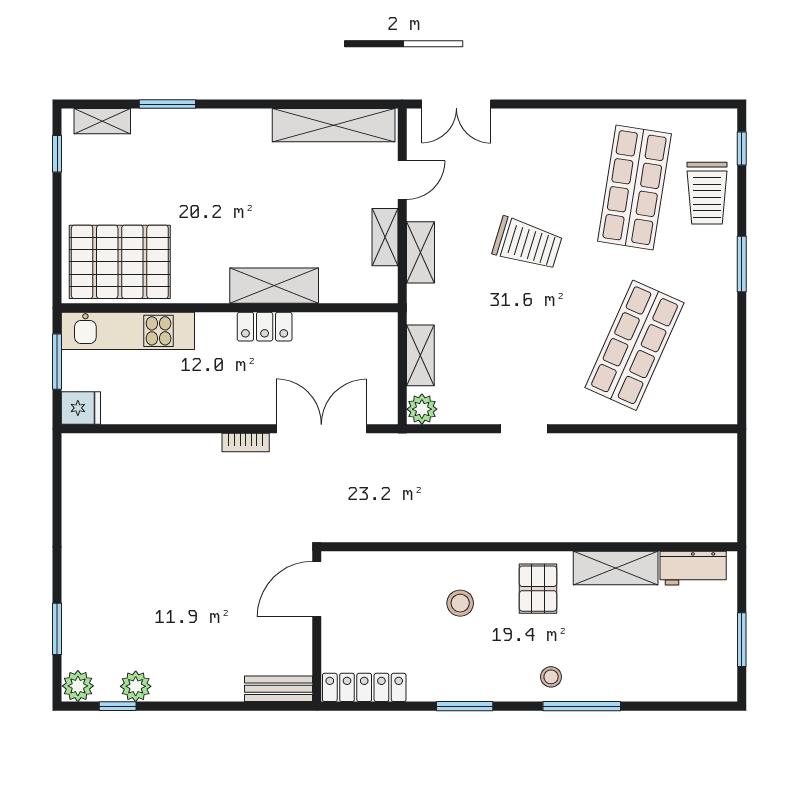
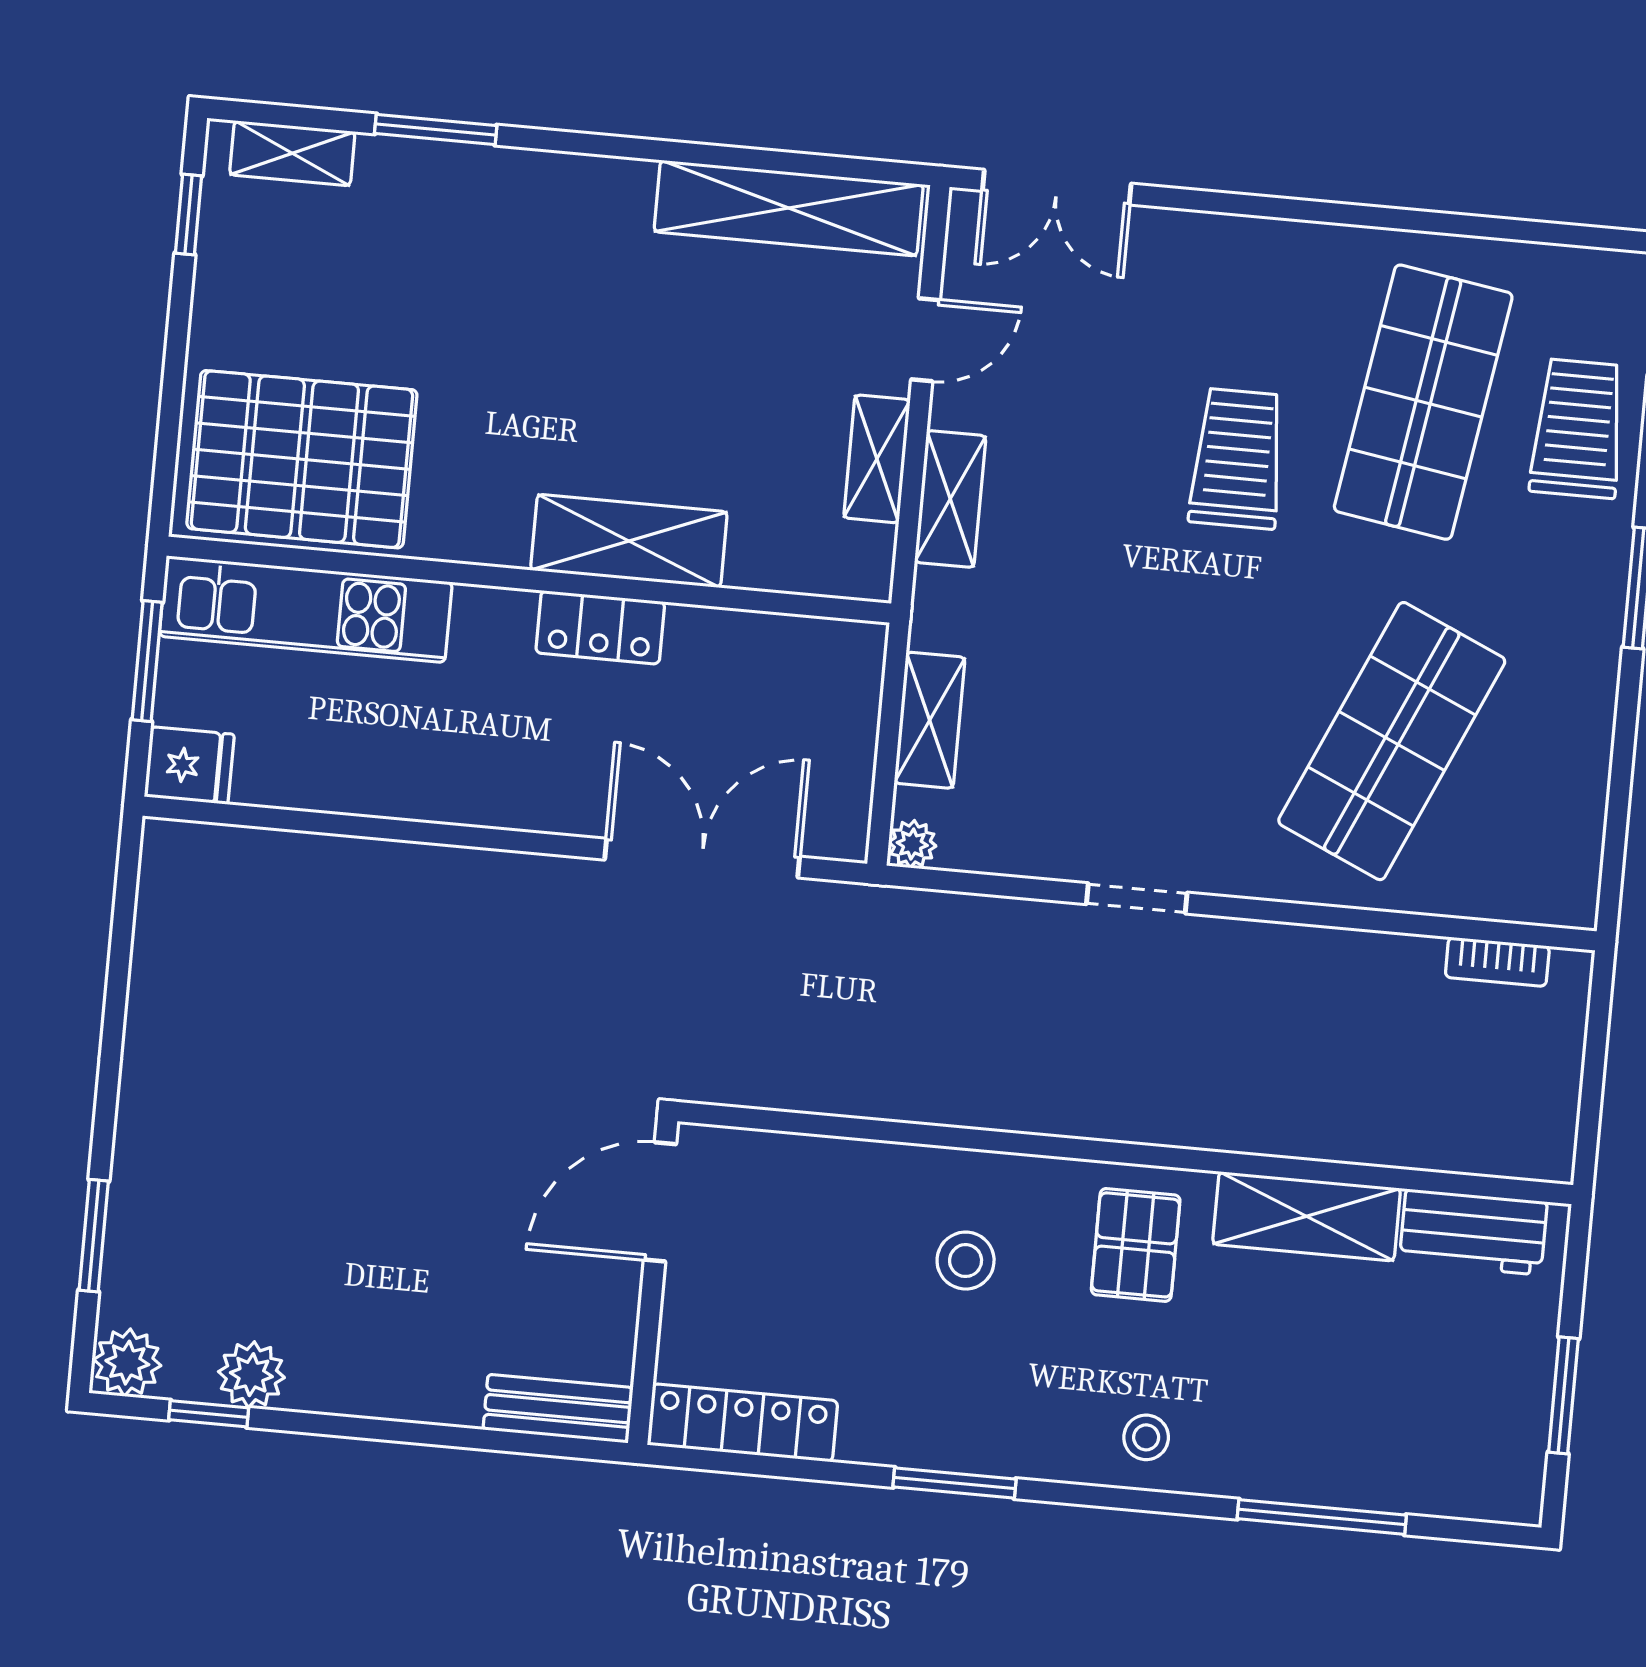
trolley: (707, 193) -> (1578, 429), turned 180
trolley: (527, 244) -> (1237, 459), moved, turned -107
plant: (422, 409) -> (912, 844), width x0.73, depth x0.73
bookcase: (246, 443) -> (1497, 962), moved
window: (582, 706) -> (1322, 1517), moved

